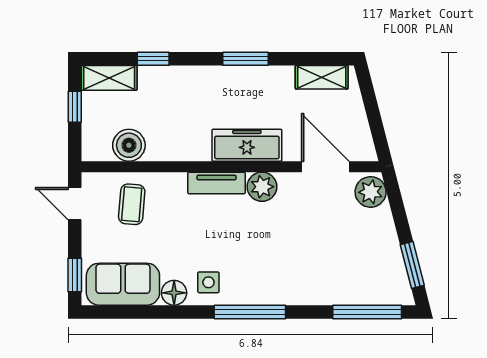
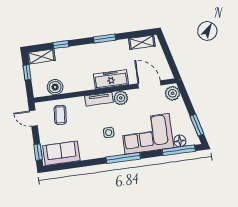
corner sofa: (306, 269) -> (147, 134), added
side table: (208, 282) -> (109, 133), moved
floor lamp: (174, 293) -> (180, 141), moved

